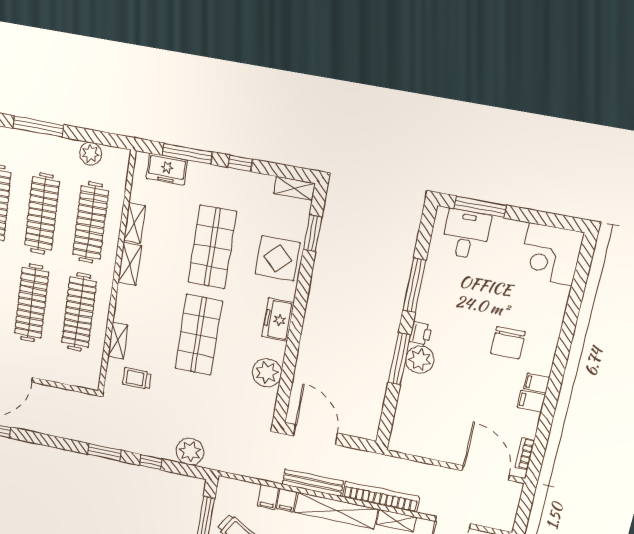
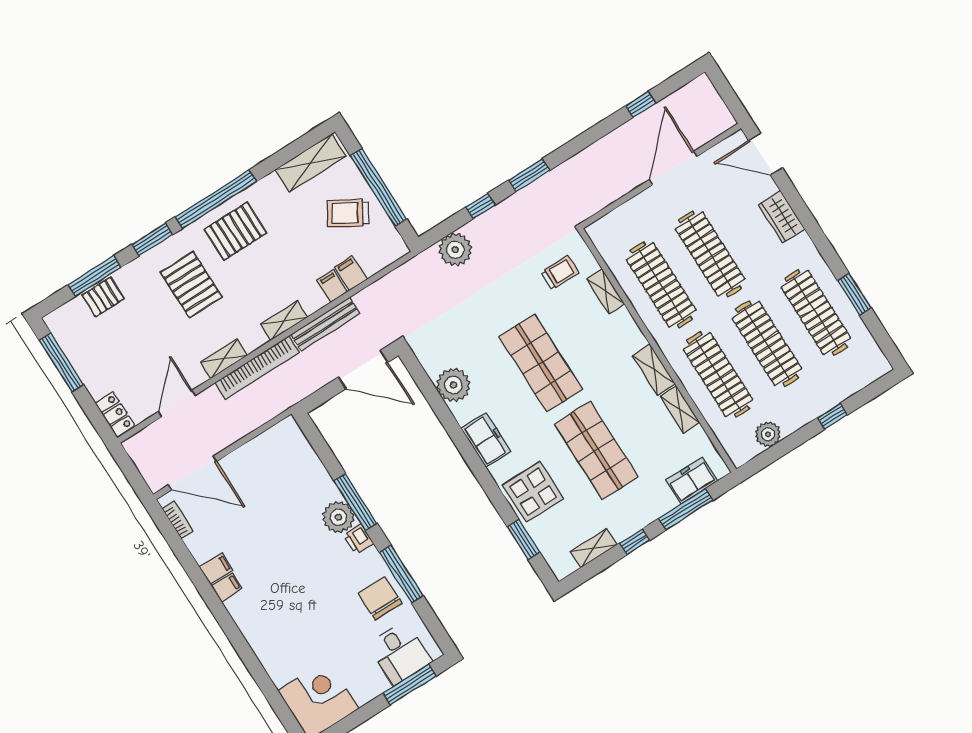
window: (38, 127) -> (832, 416), width x0.46
shelving: (294, 188) -> (594, 548), moved
chair: (508, 343) -> (380, 598), moved
shelving: (336, 511) -> (284, 321), width x0.45, depth x0.75

